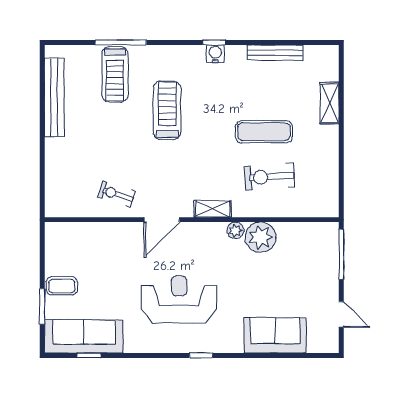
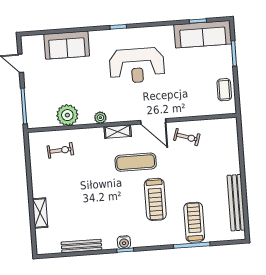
exercise mat: (264, 132) -> (136, 162), moved
exercise bike: (269, 177) -> (60, 150), moved, width x0.73, depth x0.72
door: (162, 220) -> (153, 121), swing flipped
plant: (261, 237) -> (67, 115), moved
coffee table: (62, 286) -> (224, 90), moved, turned 90

